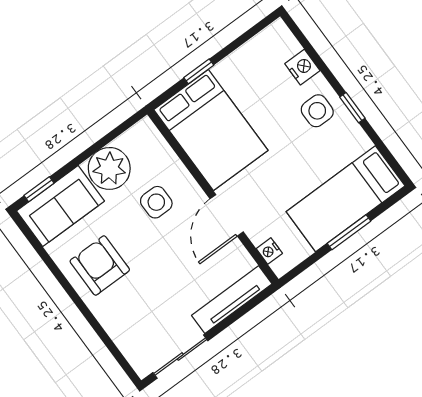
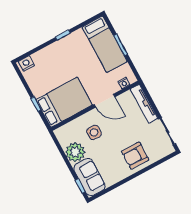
nightstand: (302, 67) -> (26, 63), moved
side table: (317, 111) -> (62, 52), removed
armchair: (100, 265) -> (135, 156), moved

